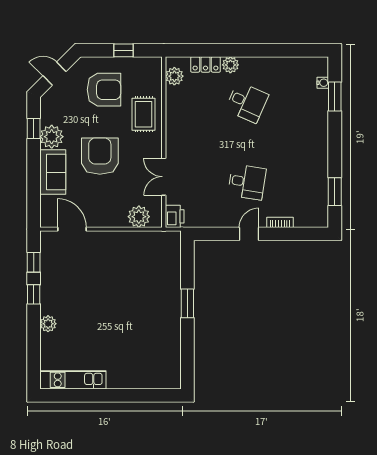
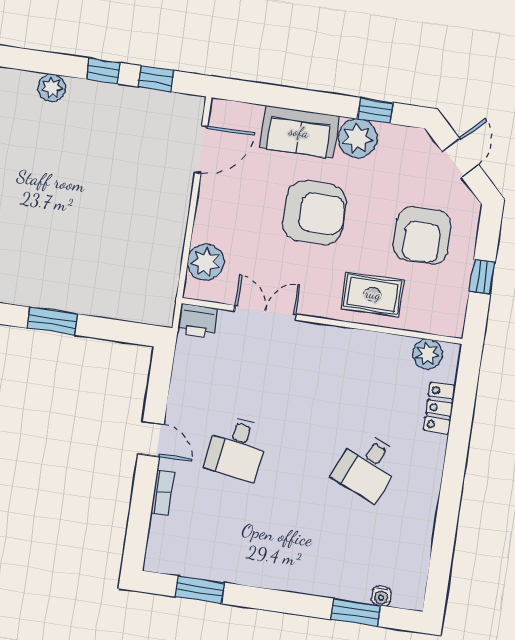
plant: (230, 65) -> (433, 449), removed

